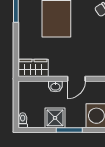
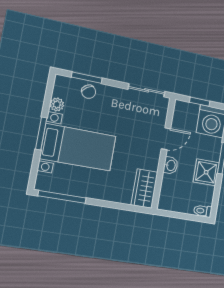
door: (76, 79) -> (166, 139), hinge flipped

